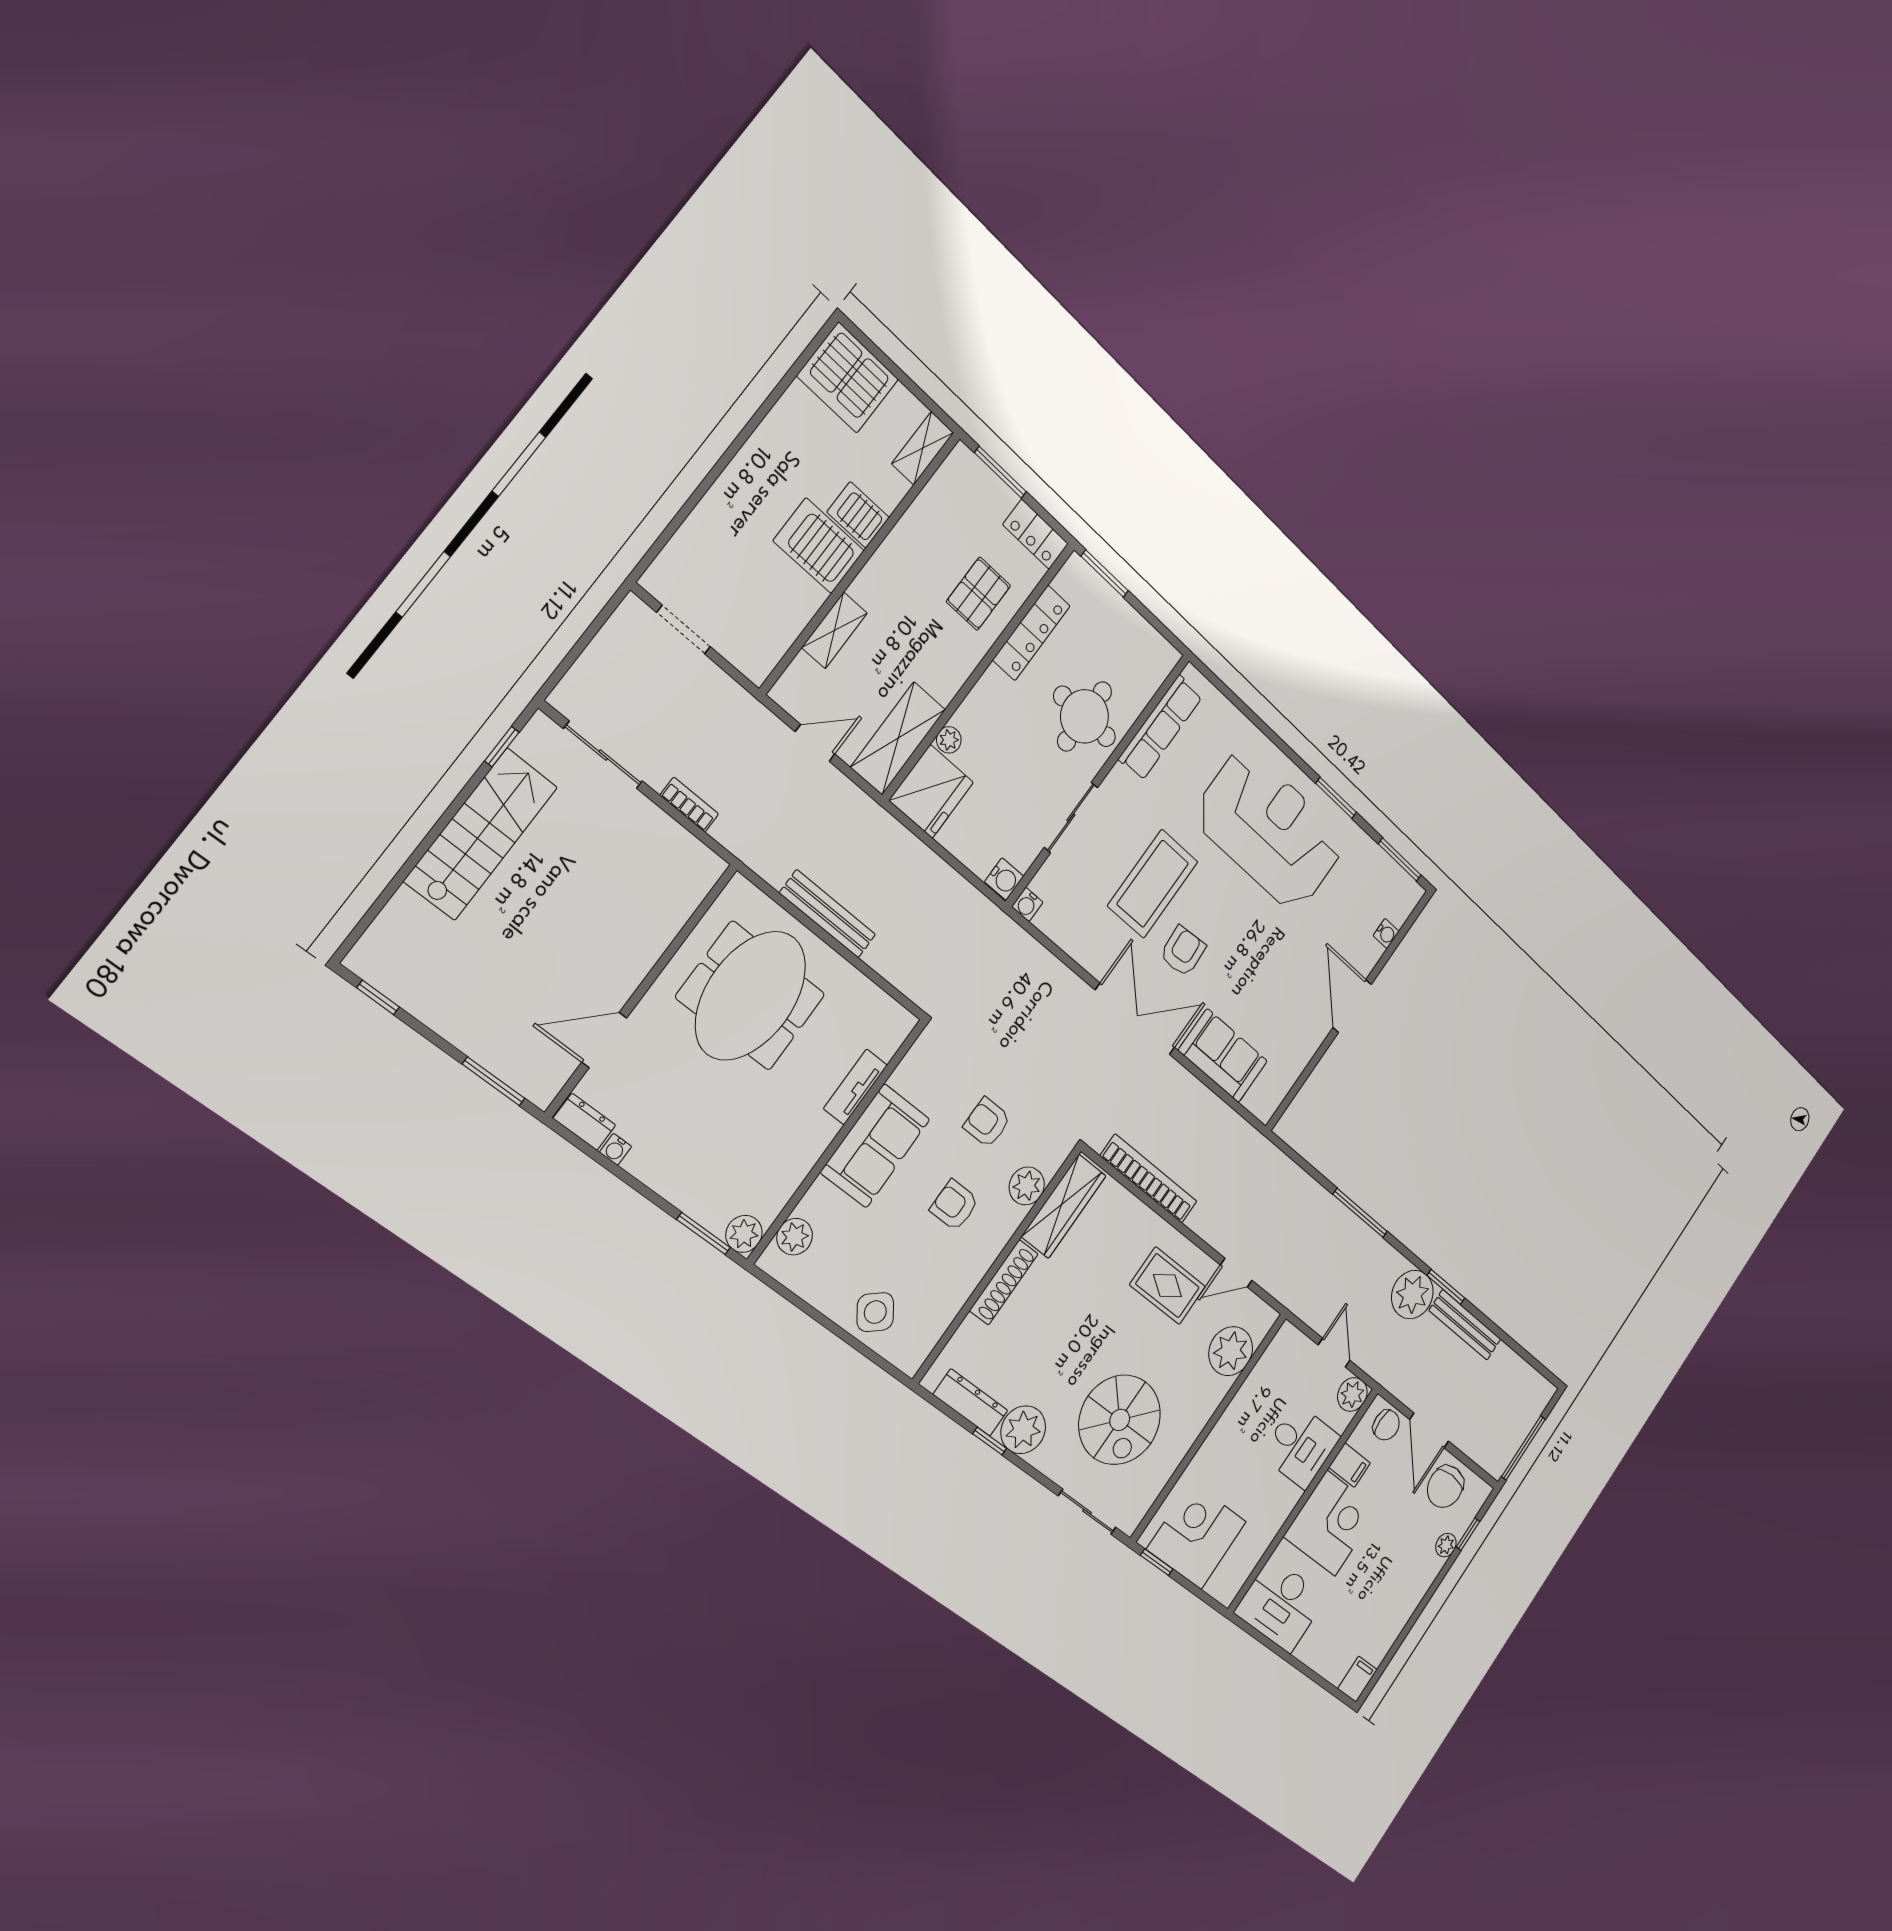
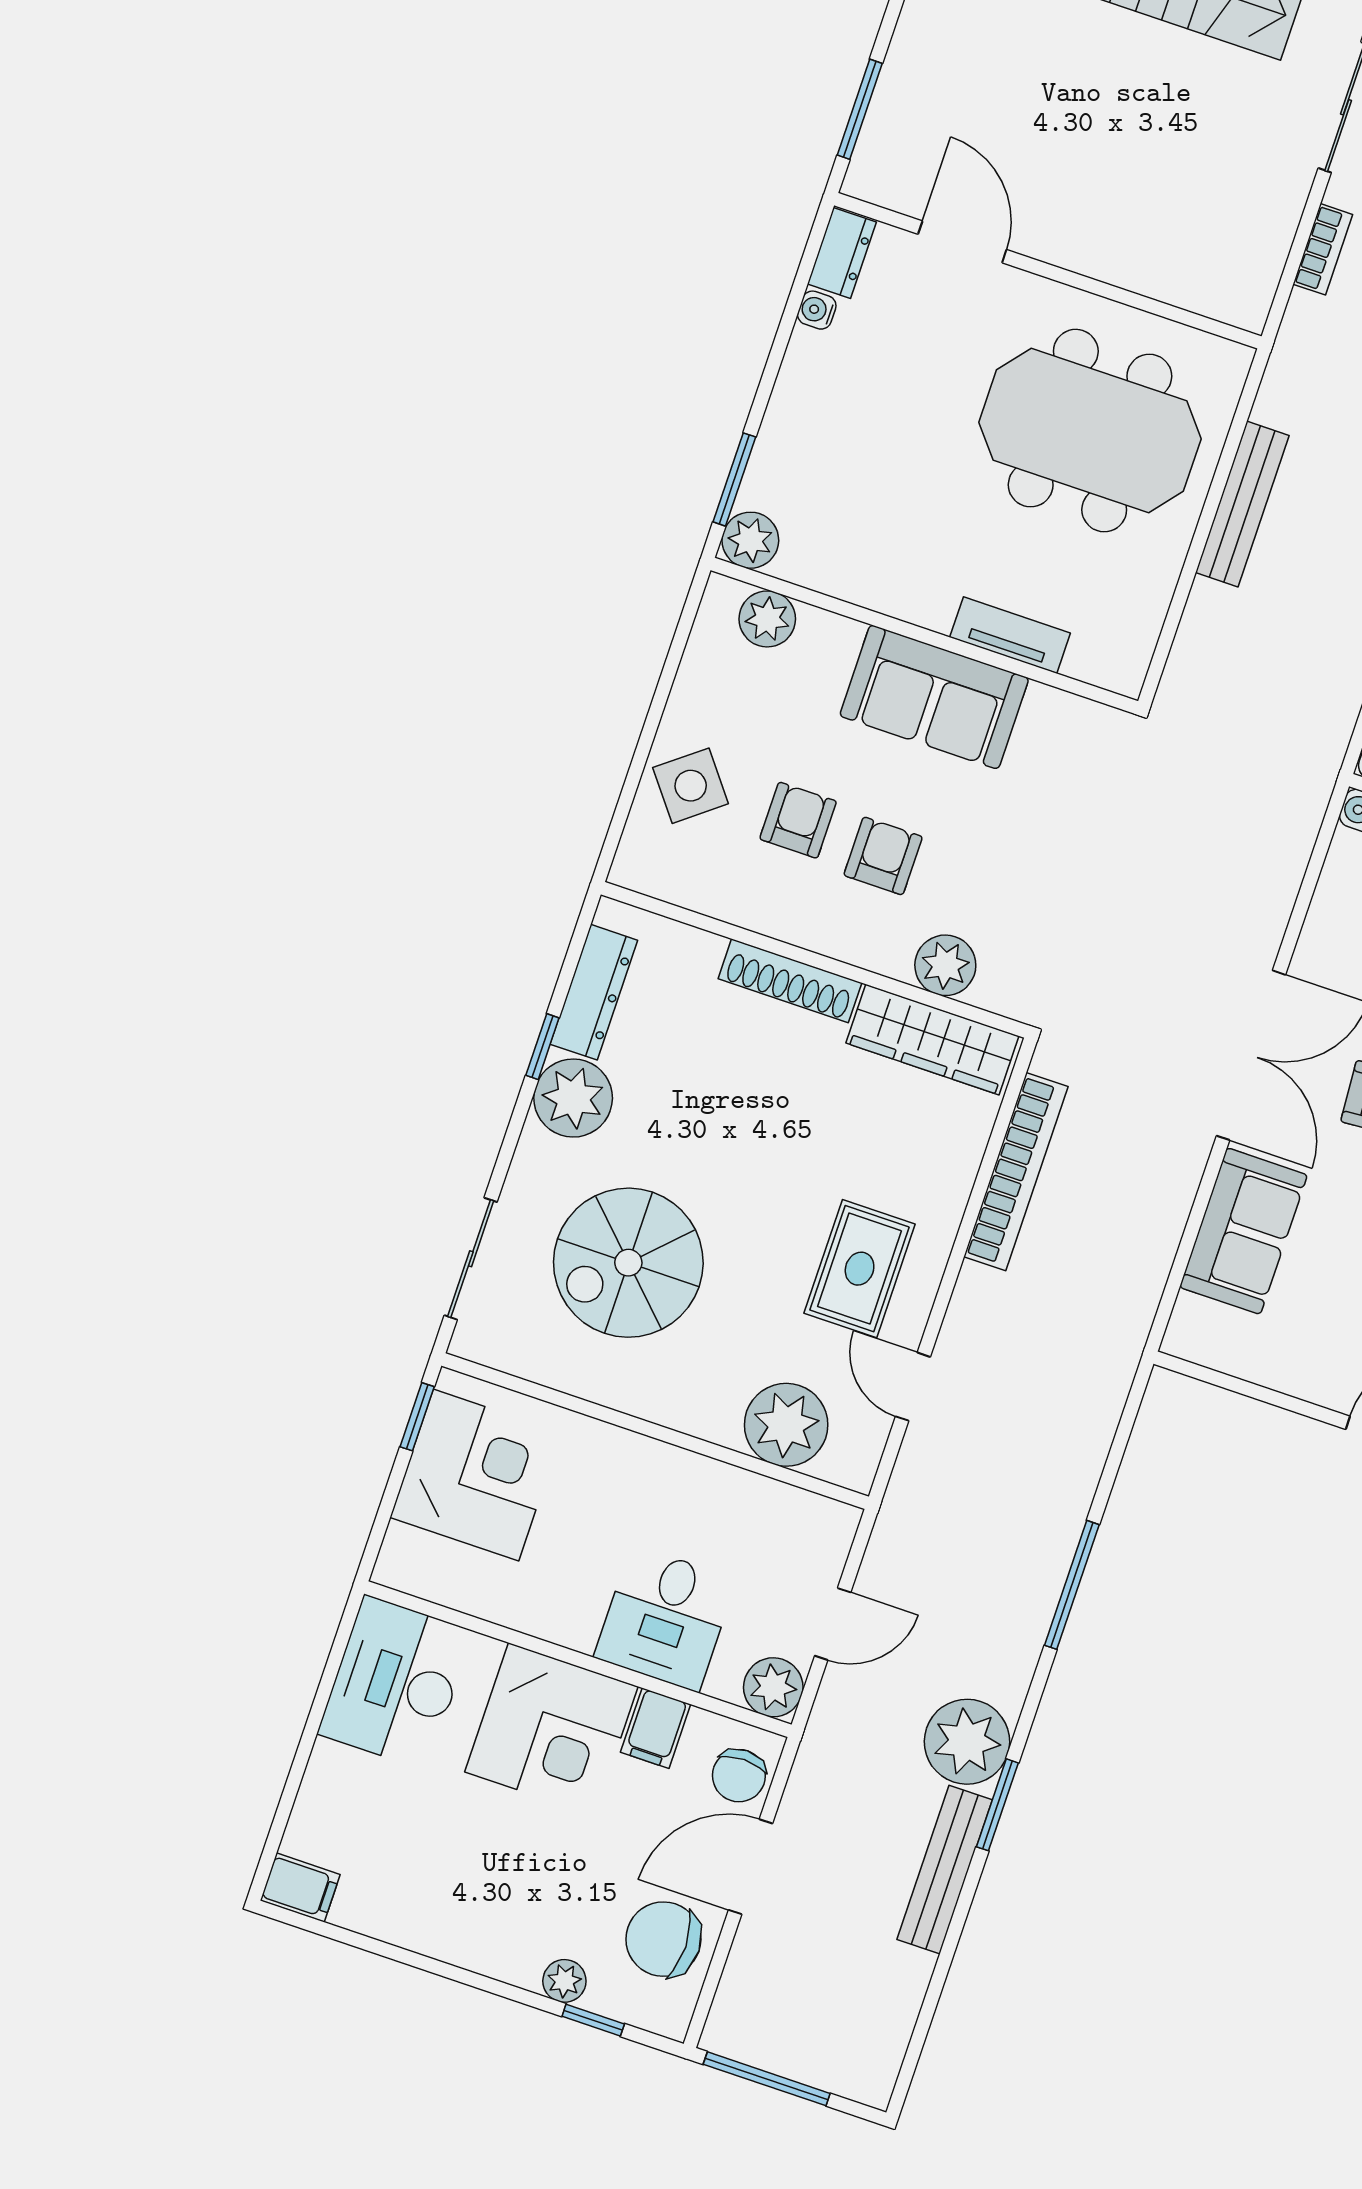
armchair: (987, 1122) -> (798, 820), moved

